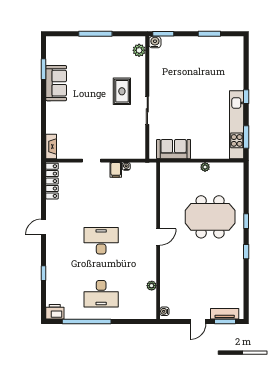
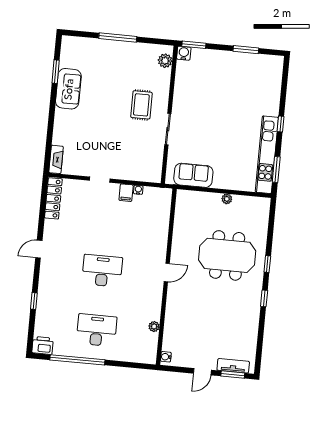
desk: (101, 294) -> (97, 330), turned 180

